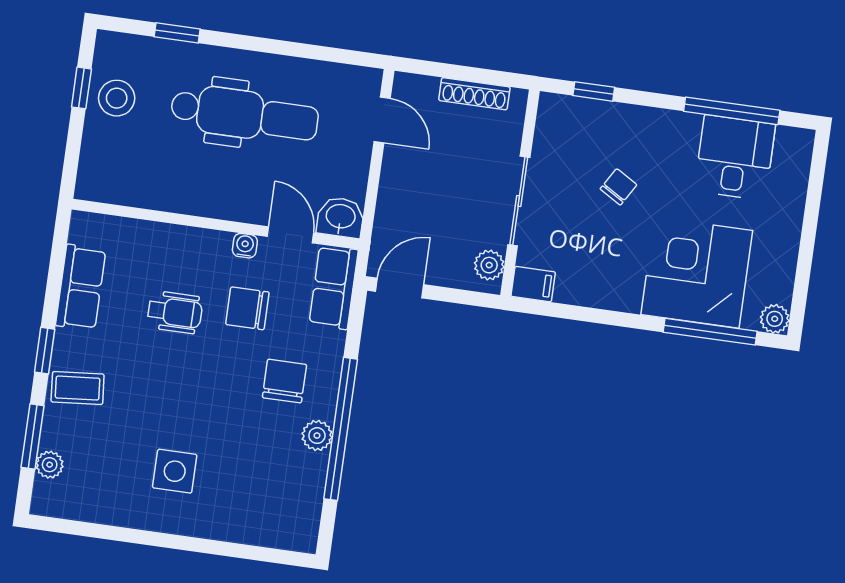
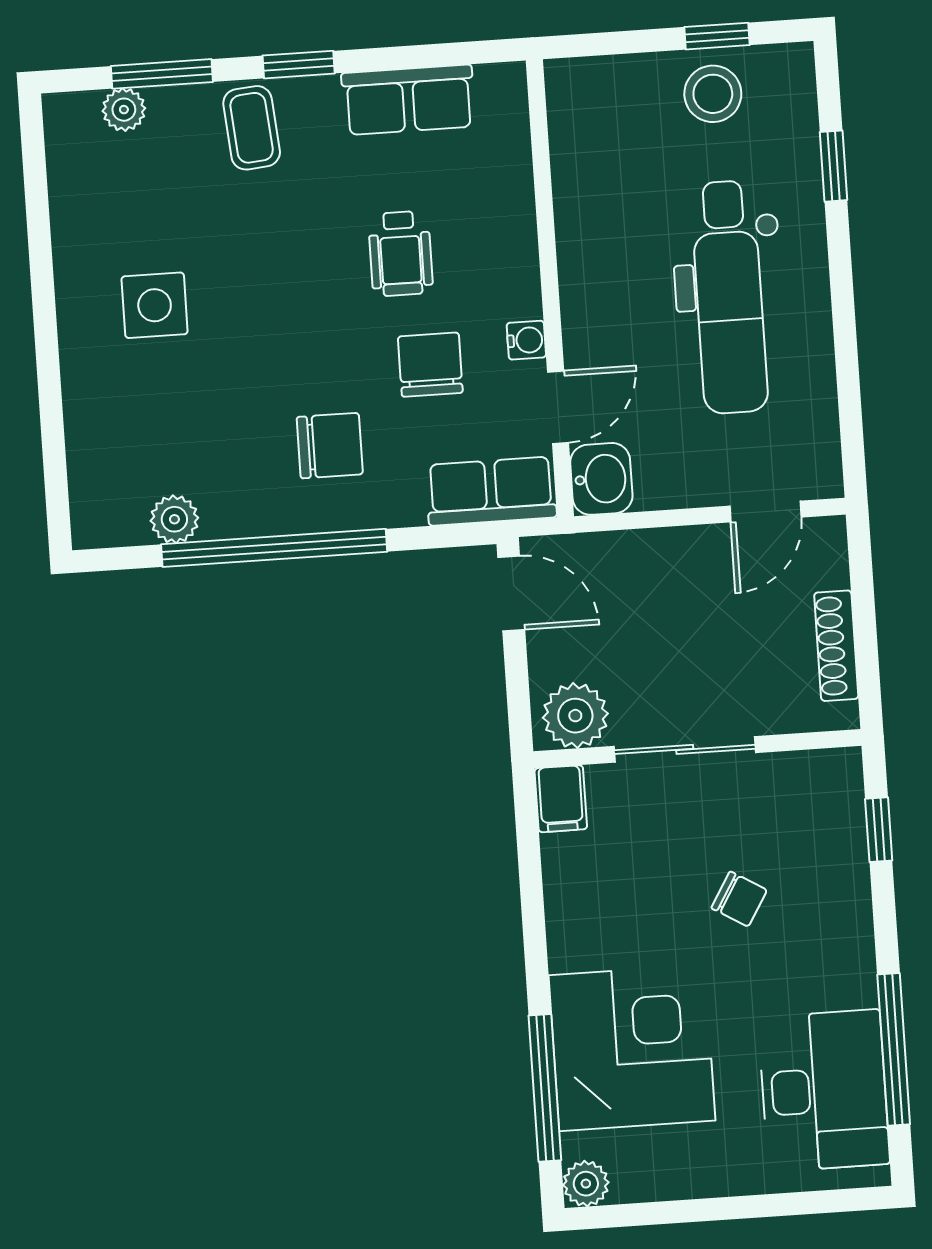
desk: (735, 158) -> (824, 1090), width x1.37
plant: (489, 265) -> (575, 716), width x1.38, depth x1.38
plant: (317, 436) -> (174, 519), moved

